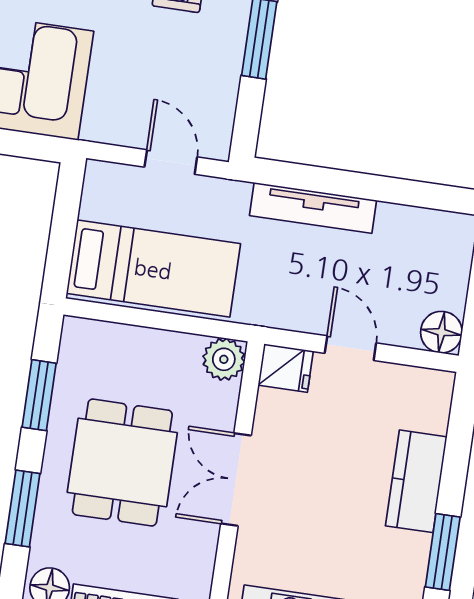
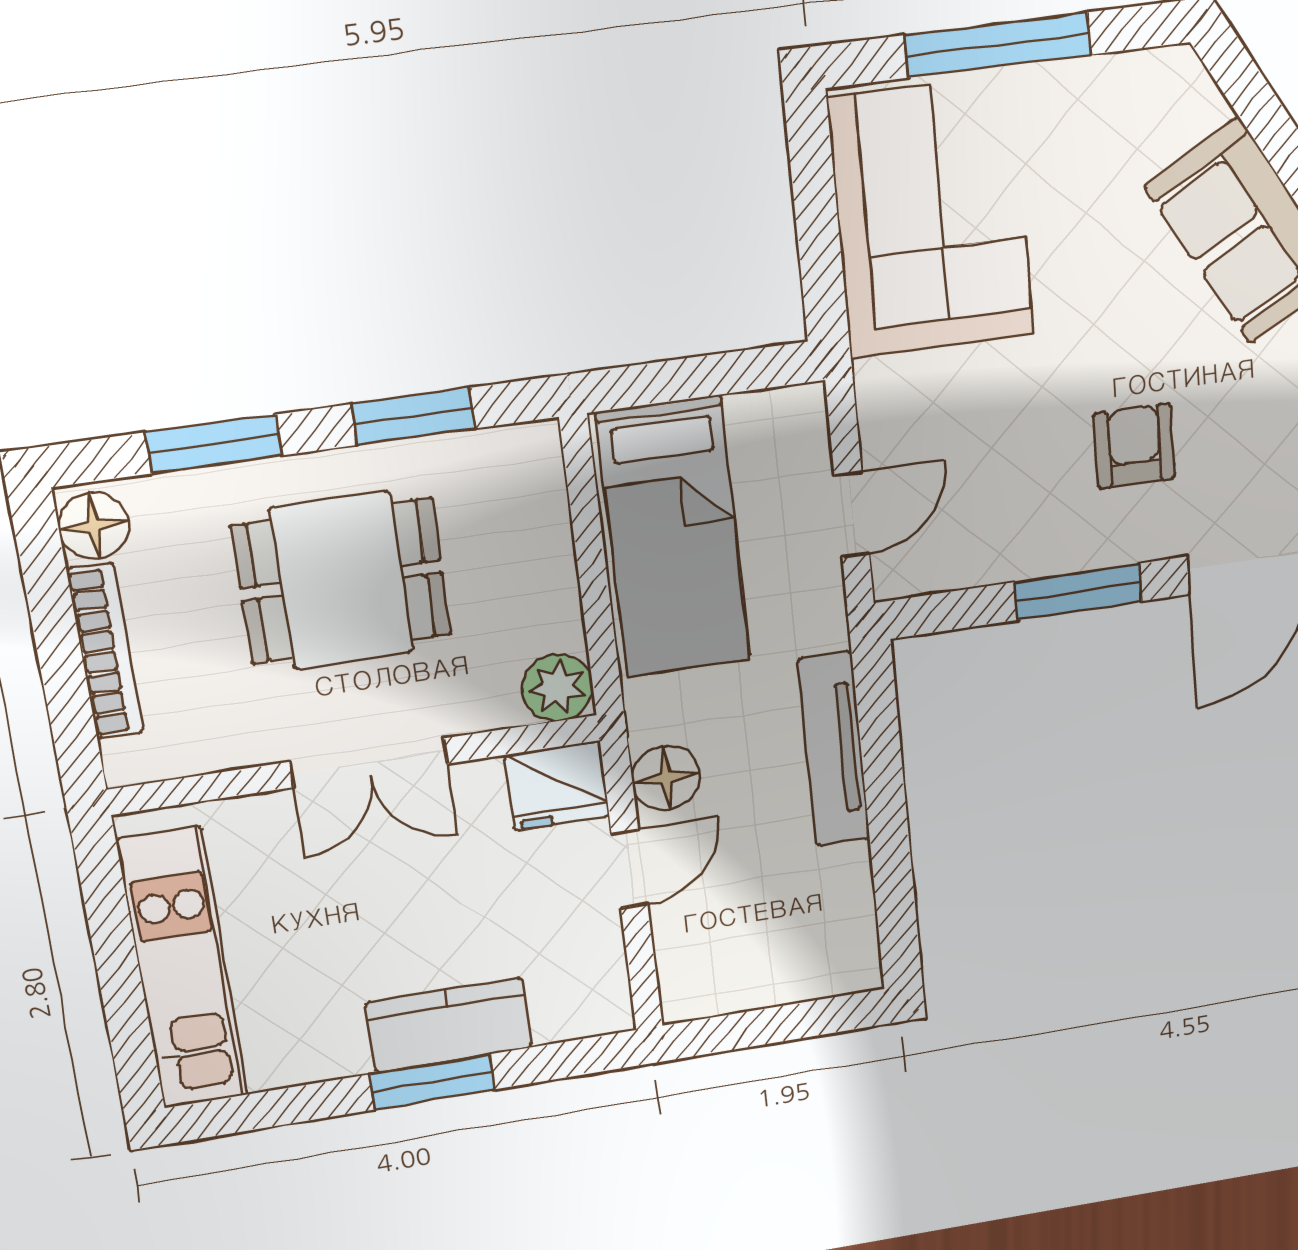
floor lamp: (441, 332) -> (666, 778), moved
fridge: (286, 368) -> (557, 786), width x1.38
double door: (236, 480) -> (369, 763), swing flipped
window: (443, 552) -> (432, 1082), moved

